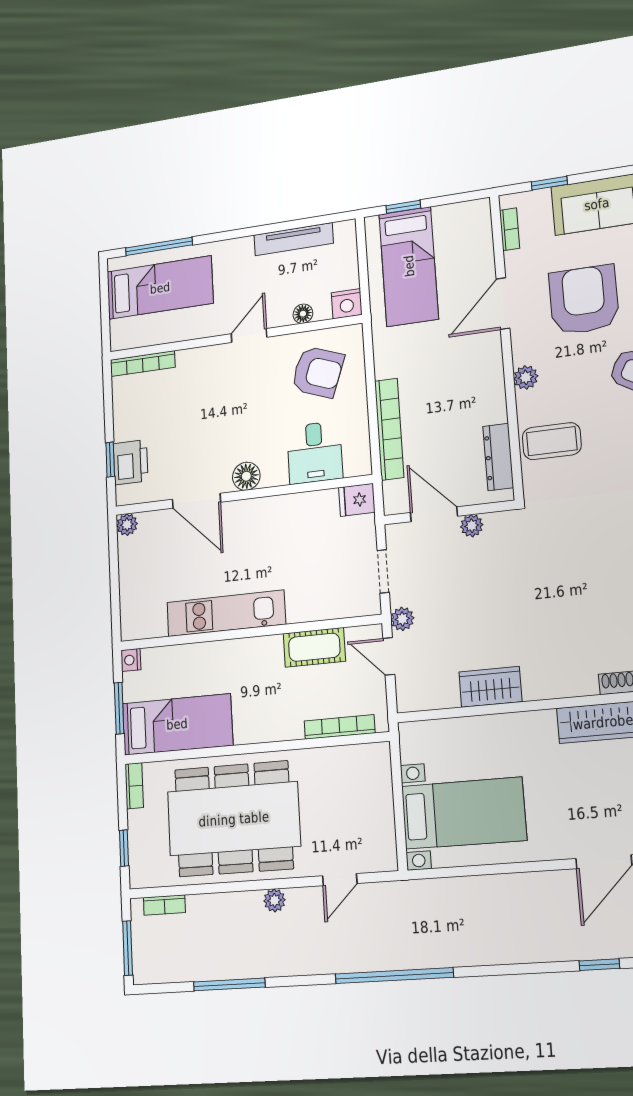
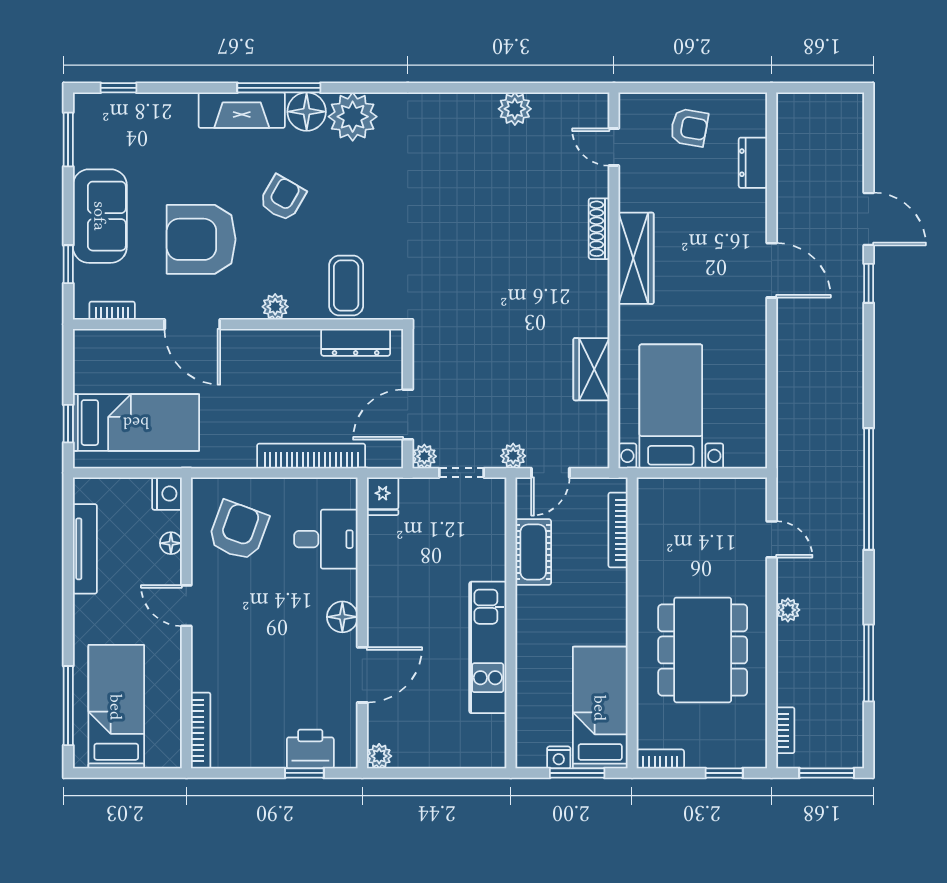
plant: (472, 526) -> (424, 456), moved
nightstand: (131, 660) -> (559, 757), moved
bed with nightstands: (464, 813) -> (671, 406), moved
dining table: (234, 819) -> (703, 650), width x0.73, depth x0.80

